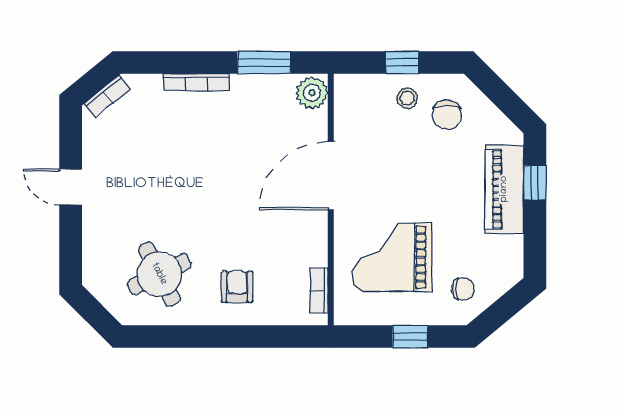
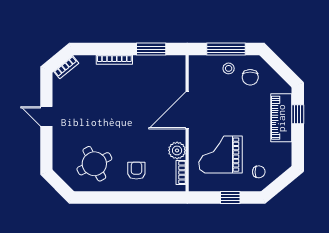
window: (402, 62) -> (226, 49), width x2.17
plant: (312, 93) -> (177, 150), moved

